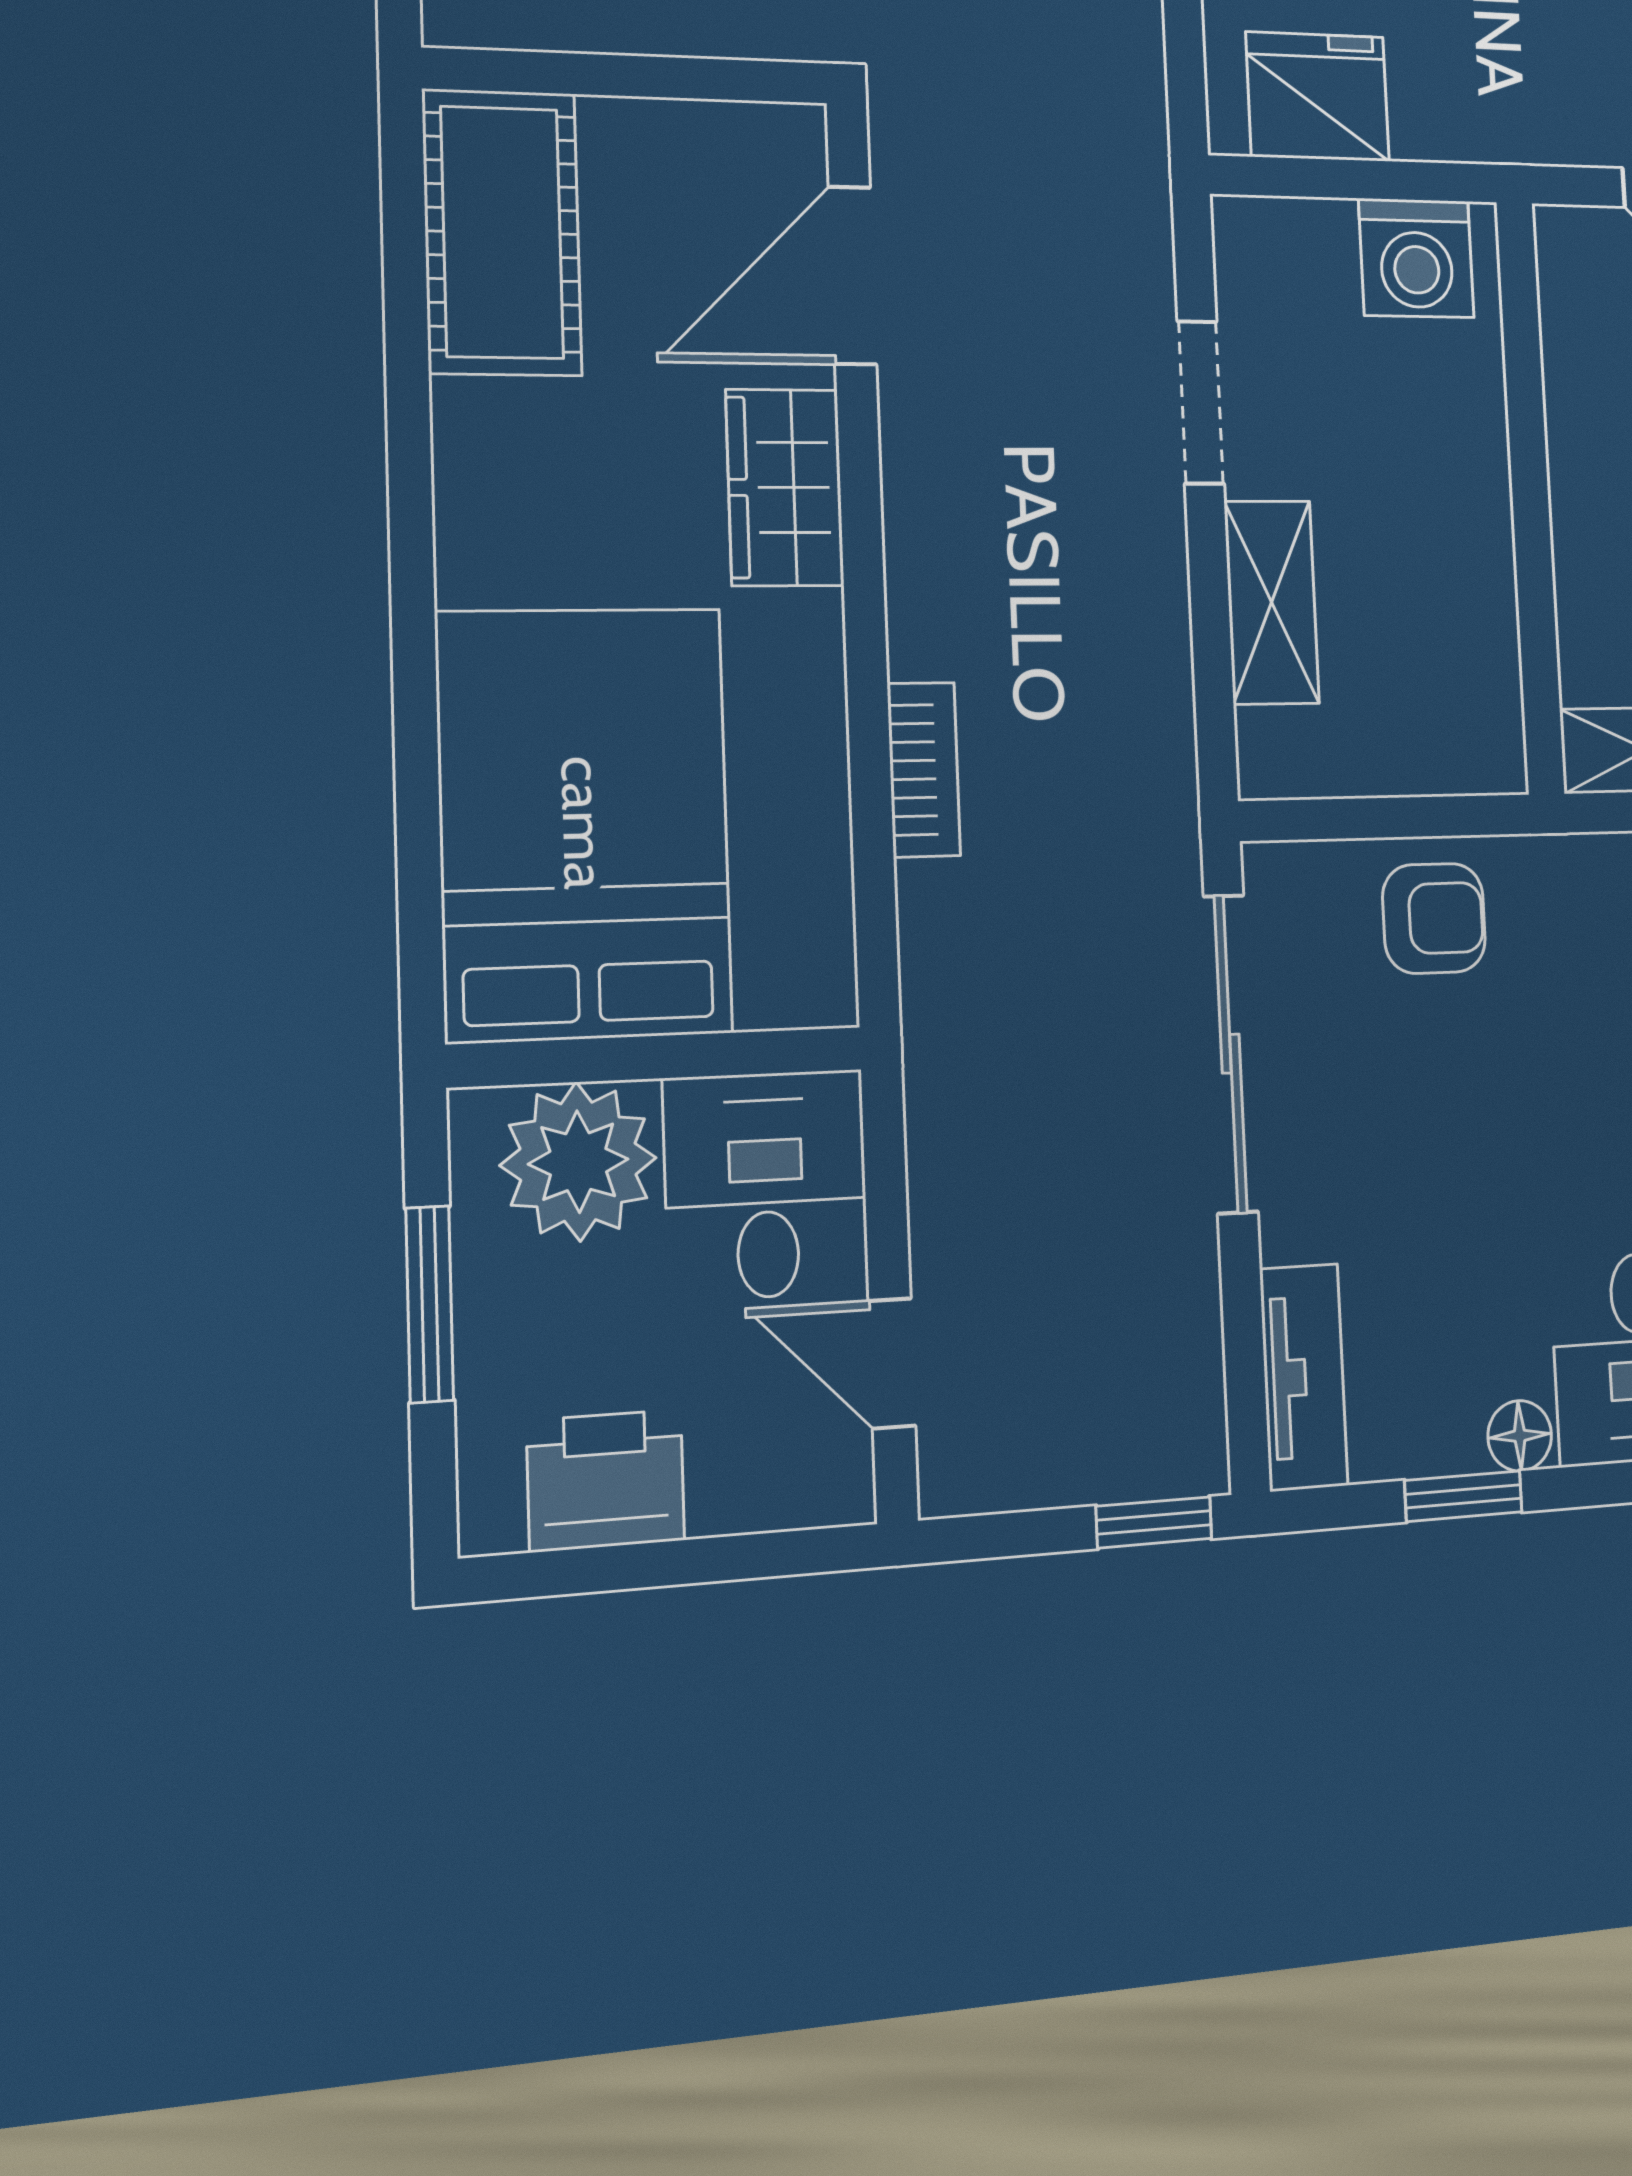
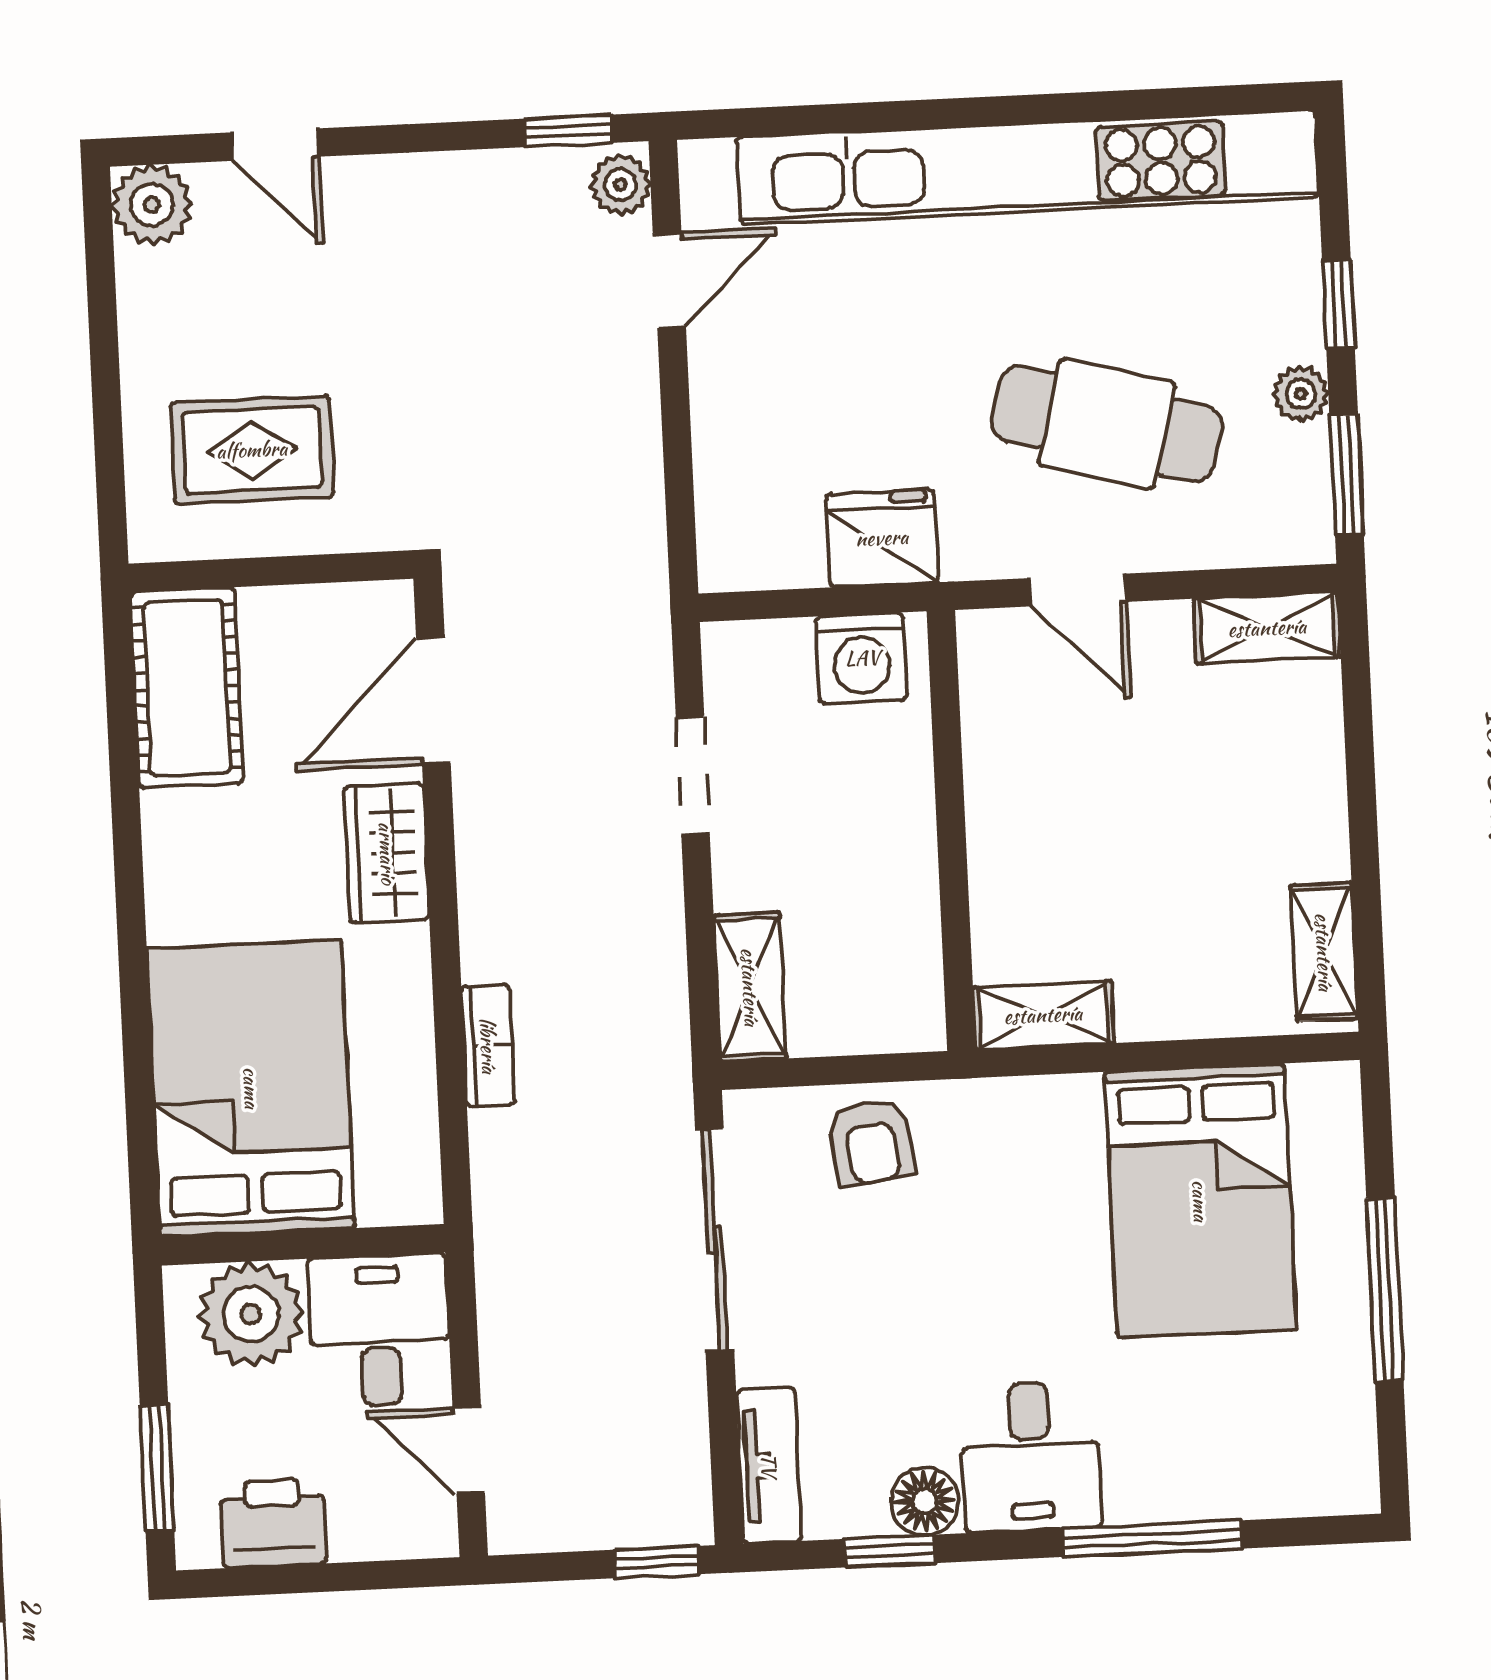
fridge: (1318, 97) -> (882, 538), moved
shelving: (1272, 602) -> (750, 987), moved
armchair: (1434, 918) -> (871, 1142), turned 82
window: (430, 1304) -> (157, 1468), moved
floor lamp: (1520, 1436) -> (925, 1501), width x1.37, depth x1.37

